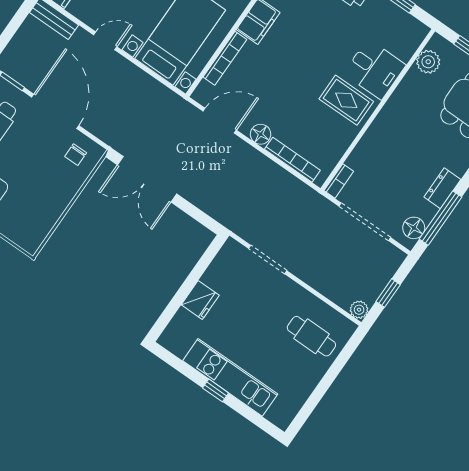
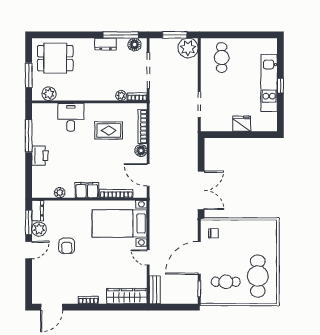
rug: (346, 100) -> (109, 130), moved, turned 90
plant: (356, 160) -> (121, 96), added
window: (388, 293) -> (175, 35), width x1.50
plant: (359, 310) -> (188, 48), width x1.87, depth x1.87

